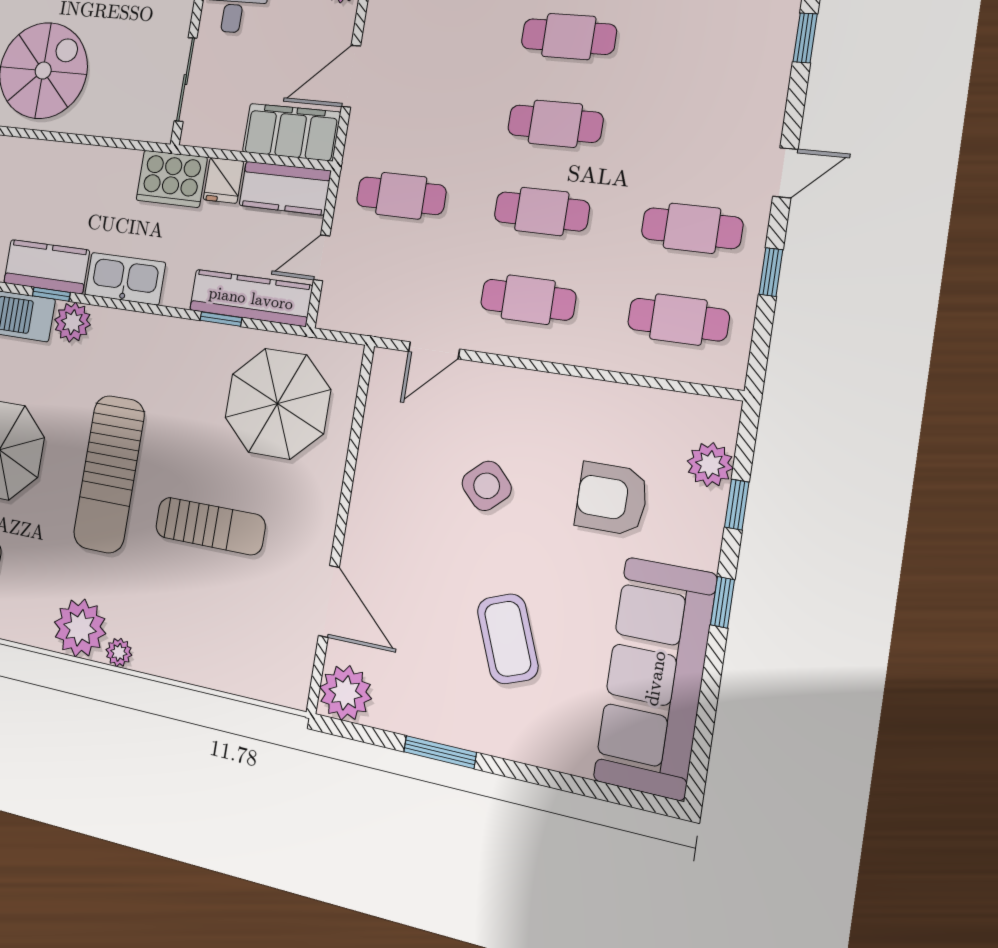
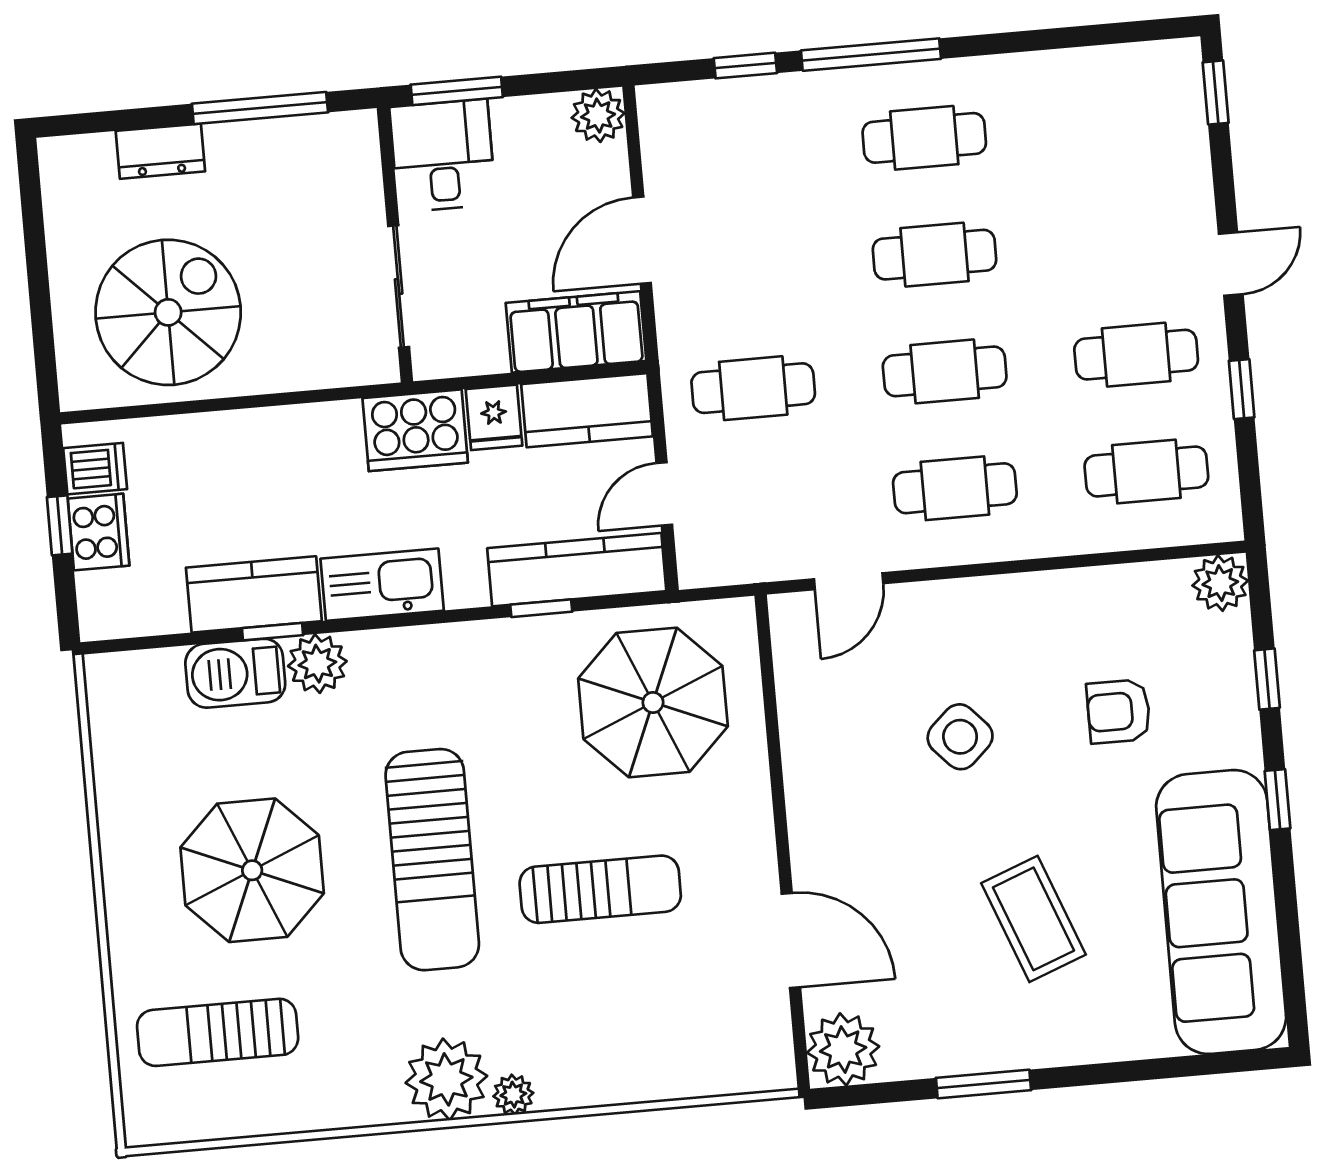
plant: (710, 465) -> (1220, 583), moved
armchair: (612, 499) -> (1119, 711), width x0.72, depth x0.72

